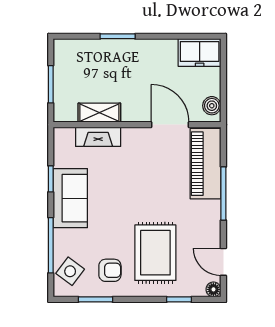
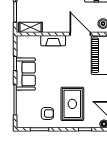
shelving: (99, 113) -> (31, 27), moved
fireplace: (98, 137) -> (53, 41), moved
side table: (70, 271) -> (26, 114), removed

